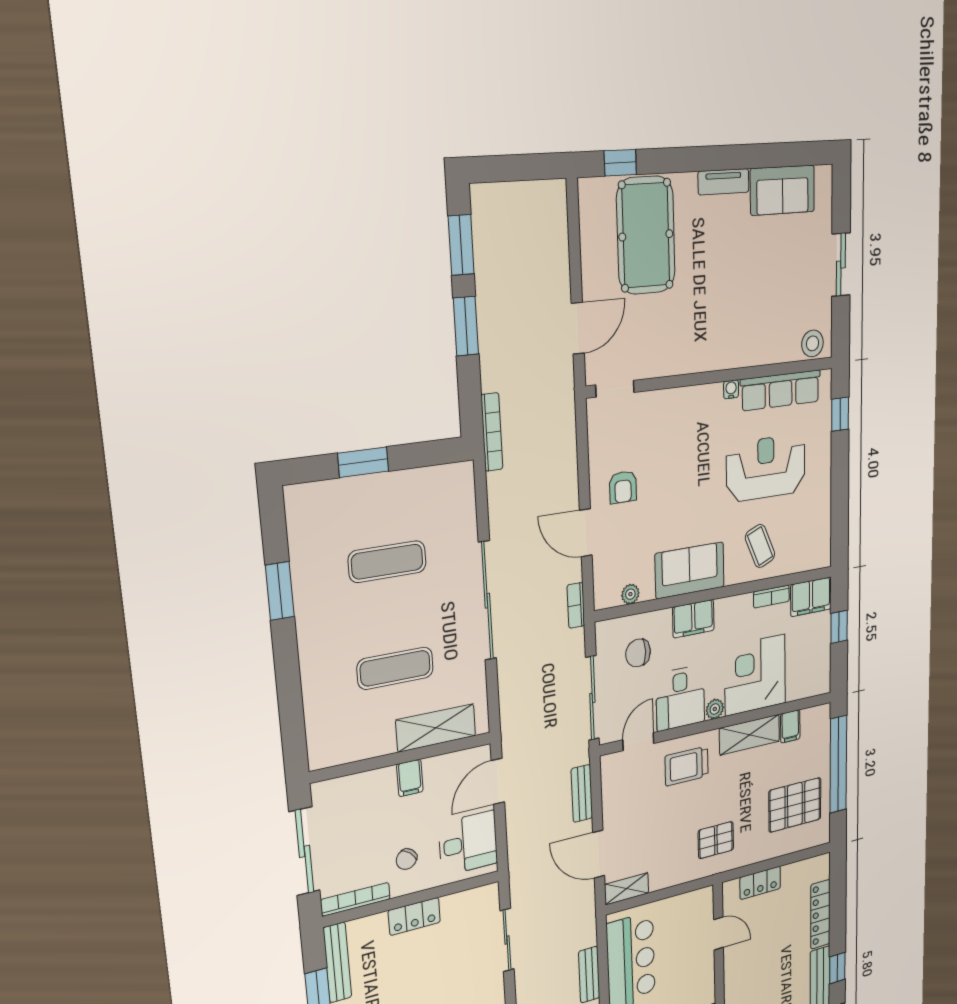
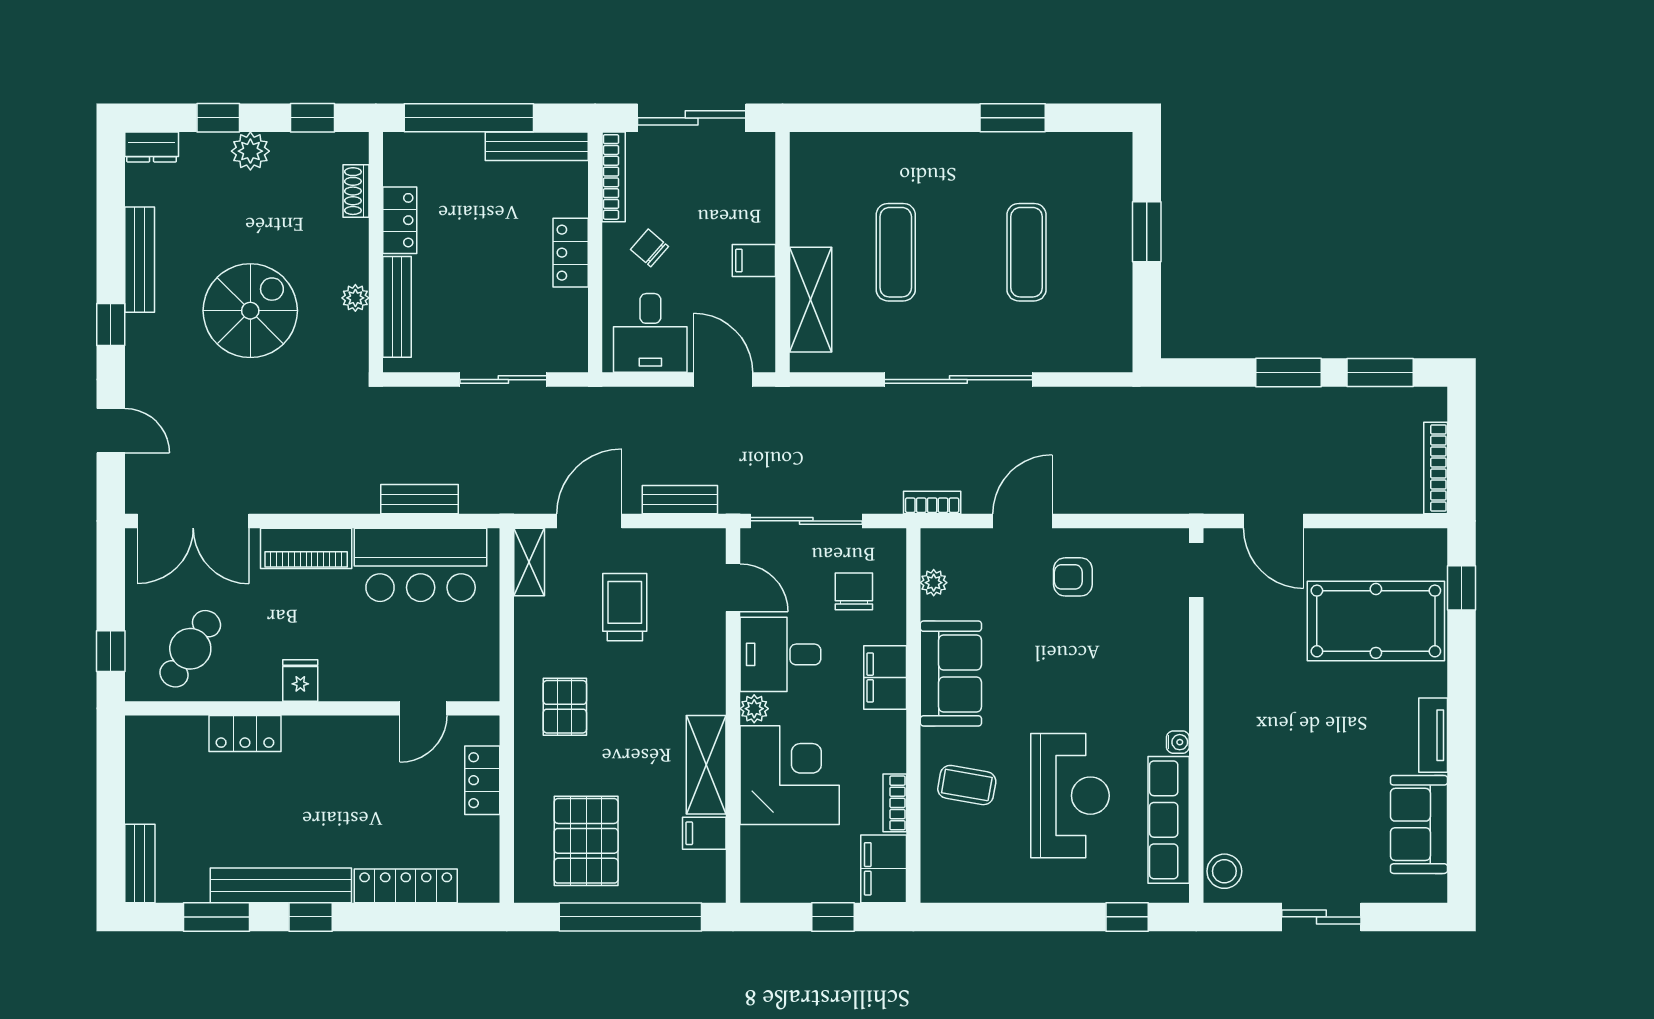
bookcase: (492, 432) -> (1436, 468), moved, turned 90
coffee table: (760, 546) -> (967, 785), turned 33
trolley: (687, 766) -> (625, 607), moved

